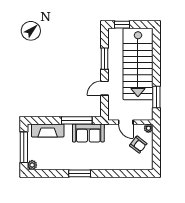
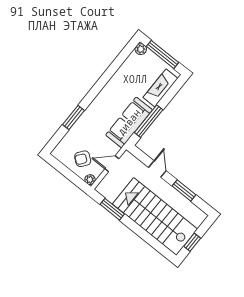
window: (122, 25) -> (192, 242), moved
sofa: (88, 133) -> (129, 122), width x1.36
window: (80, 173) -> (74, 117), moved

